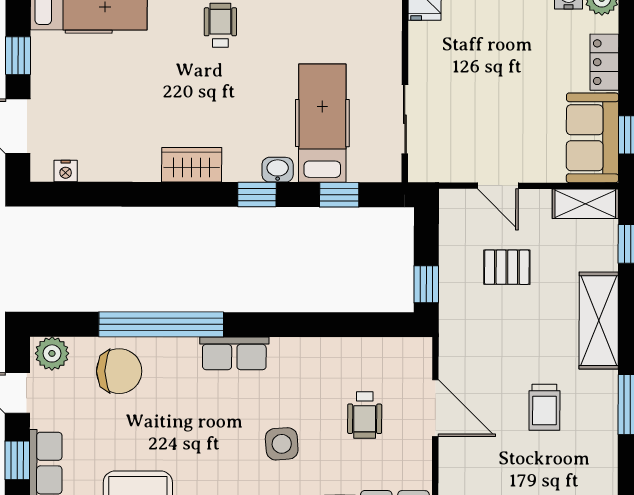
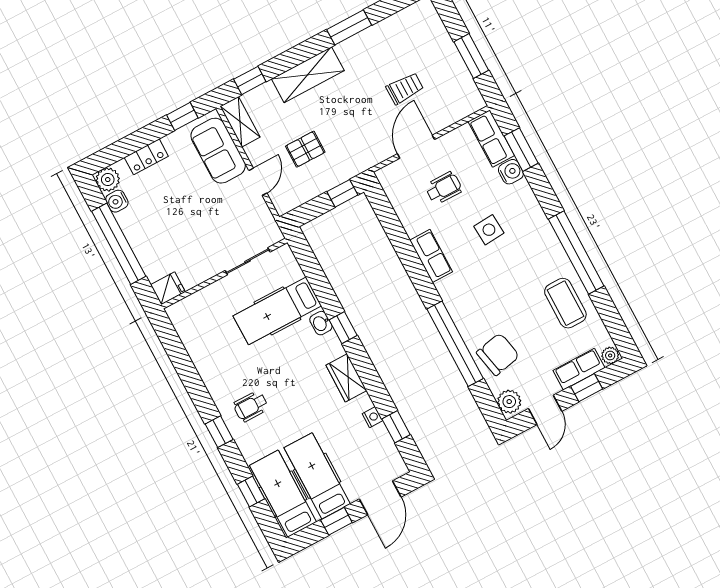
hospital bed: (88, 62) -> (317, 476), added
sofa: (592, 138) -> (218, 151), moved, turned 90
nightstand: (66, 171) -> (372, 417), moved
window: (339, 195) -> (396, 427), moved
pallet: (507, 267) -> (305, 149), turned 90
row of seats: (234, 353) -> (431, 256), moved
chair: (119, 371) -> (498, 354), turned 78
trolley: (544, 407) -> (405, 88), moved

